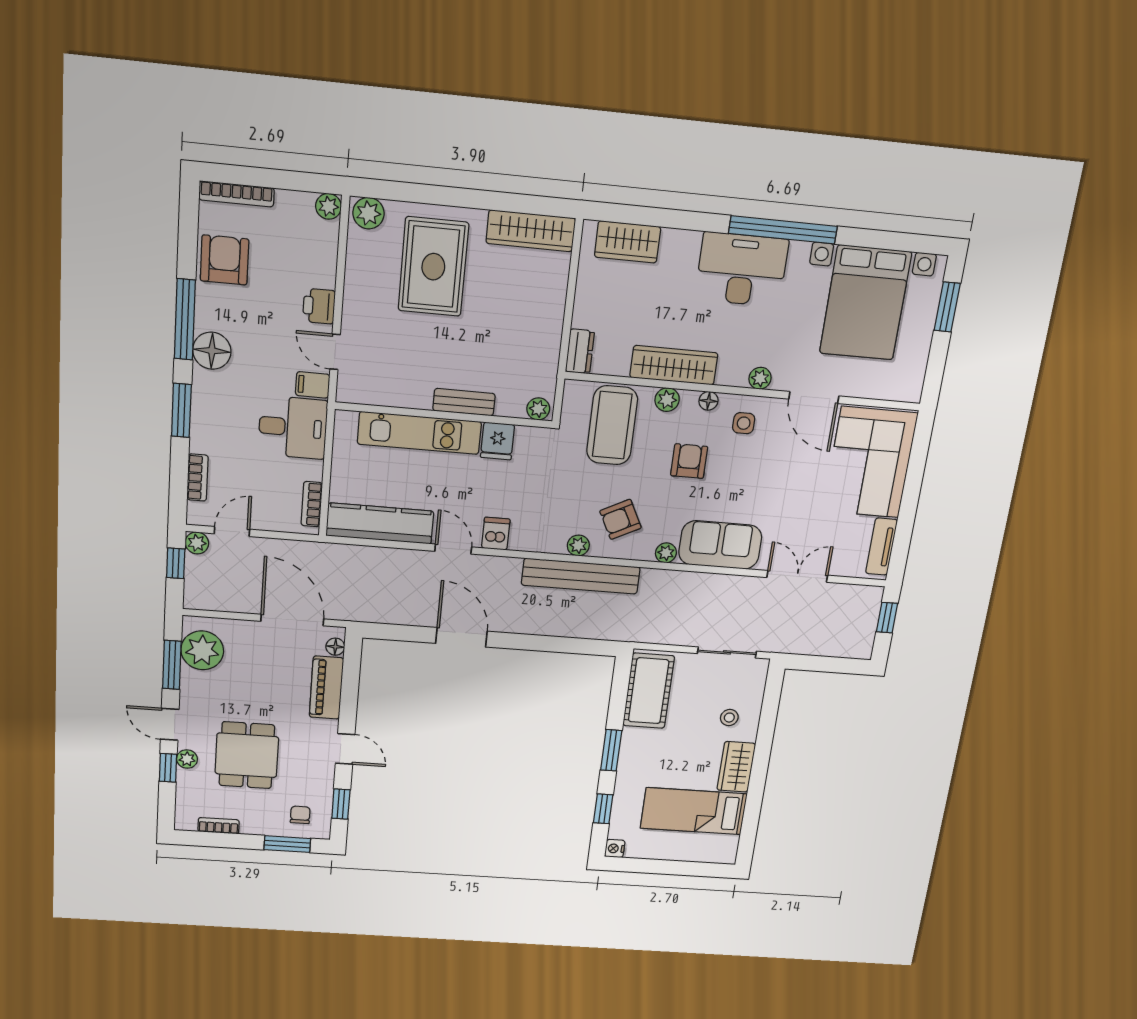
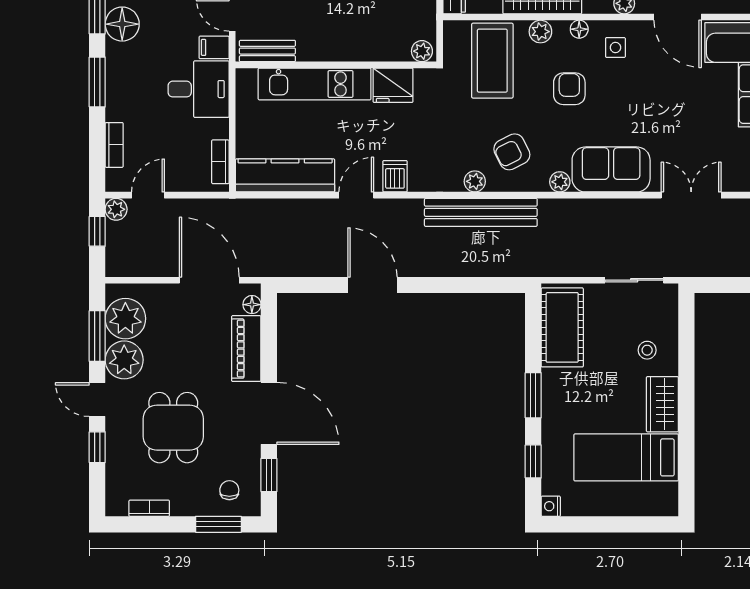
bench: (464, 402) -> (267, 51), moved
fridge: (498, 441) -> (393, 85), width x1.38
door: (453, 549) -> (356, 195), hinge flipped
door: (345, 749) -> (269, 413), width x1.87
plant: (187, 759) -> (124, 360), moved, width x1.87, depth x1.87

